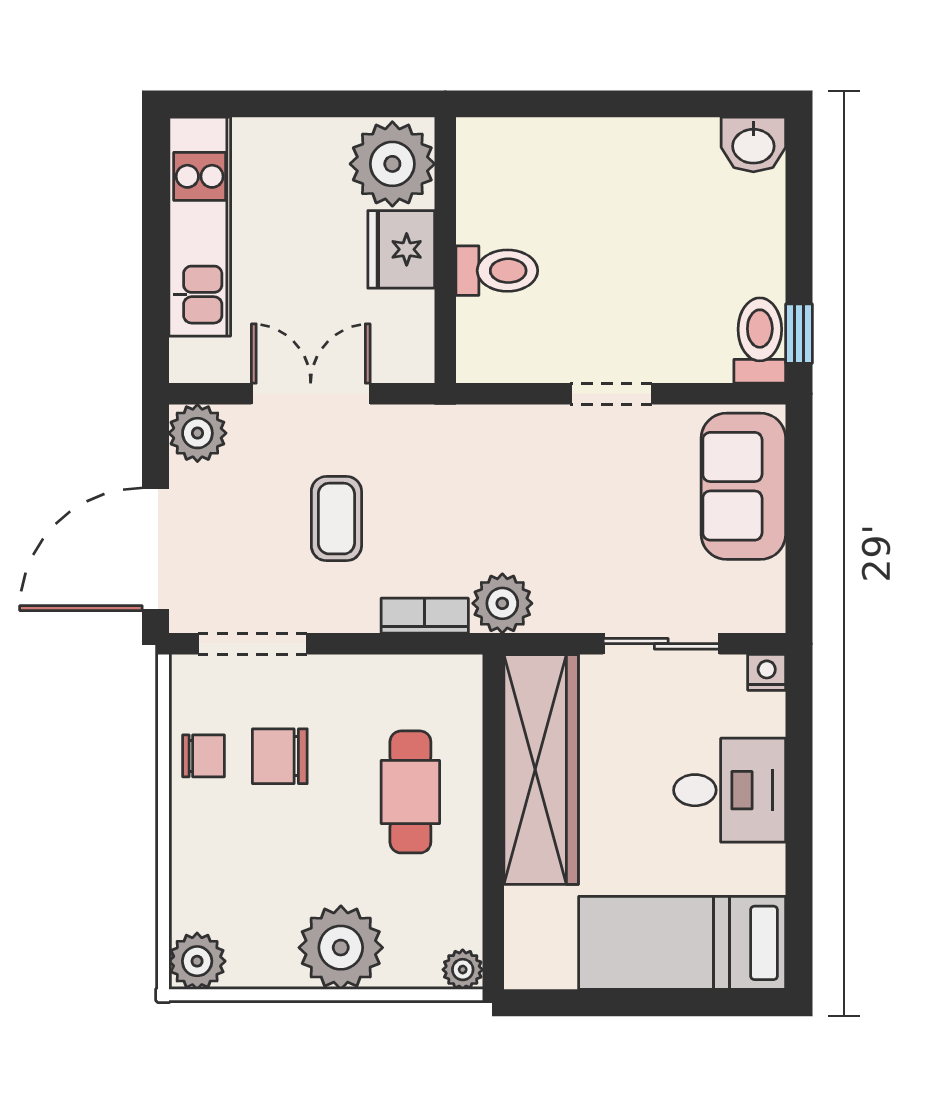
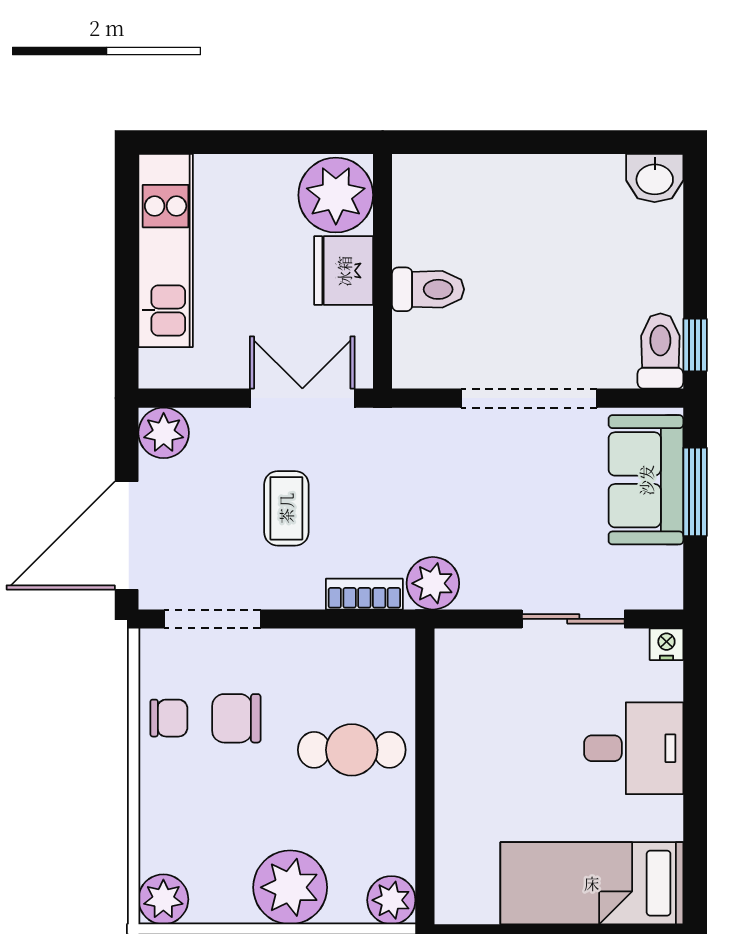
double door: (311, 394) -> (302, 398), moved
doorway: (611, 394) -> (529, 398), width x1.88
window: (799, 500) -> (695, 492), added
wardrobe: (541, 770) -> (467, 730), removed
cafe table: (410, 792) -> (352, 750), turned 90
plant: (463, 970) -> (391, 900), width x1.38, depth x1.38

